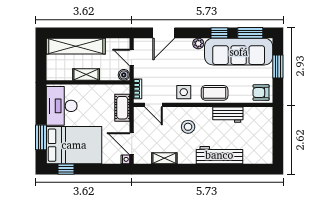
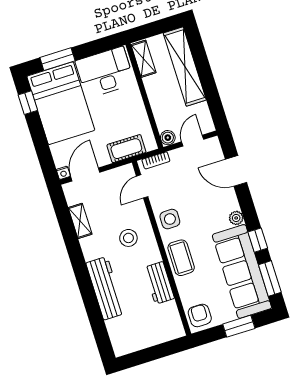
shelving: (86, 75) -> (143, 59), moved

